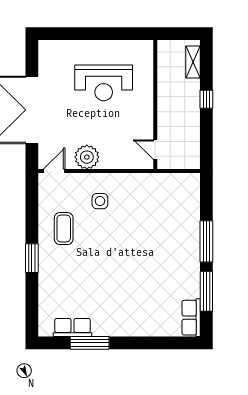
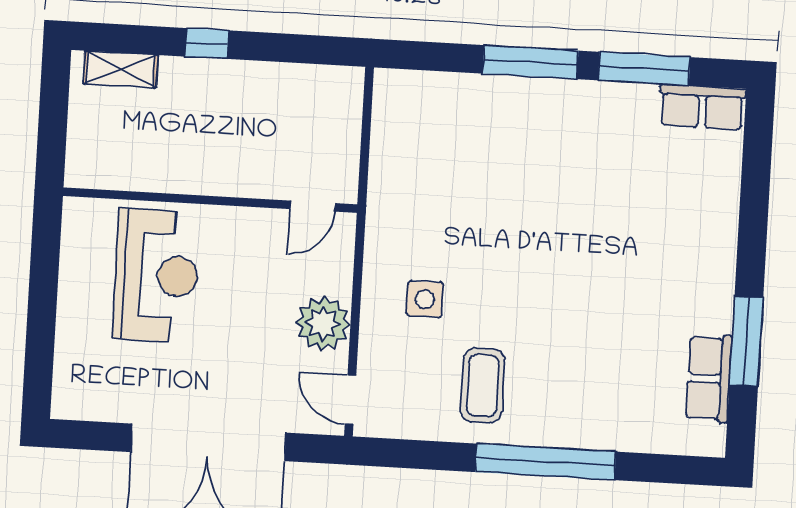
wall: (155, 105) -> (210, 200), moved
door: (155, 150) -> (313, 206), moved
coffee table: (64, 229) -> (482, 386), turned 90
window: (32, 258) -> (546, 462), width x2.11

